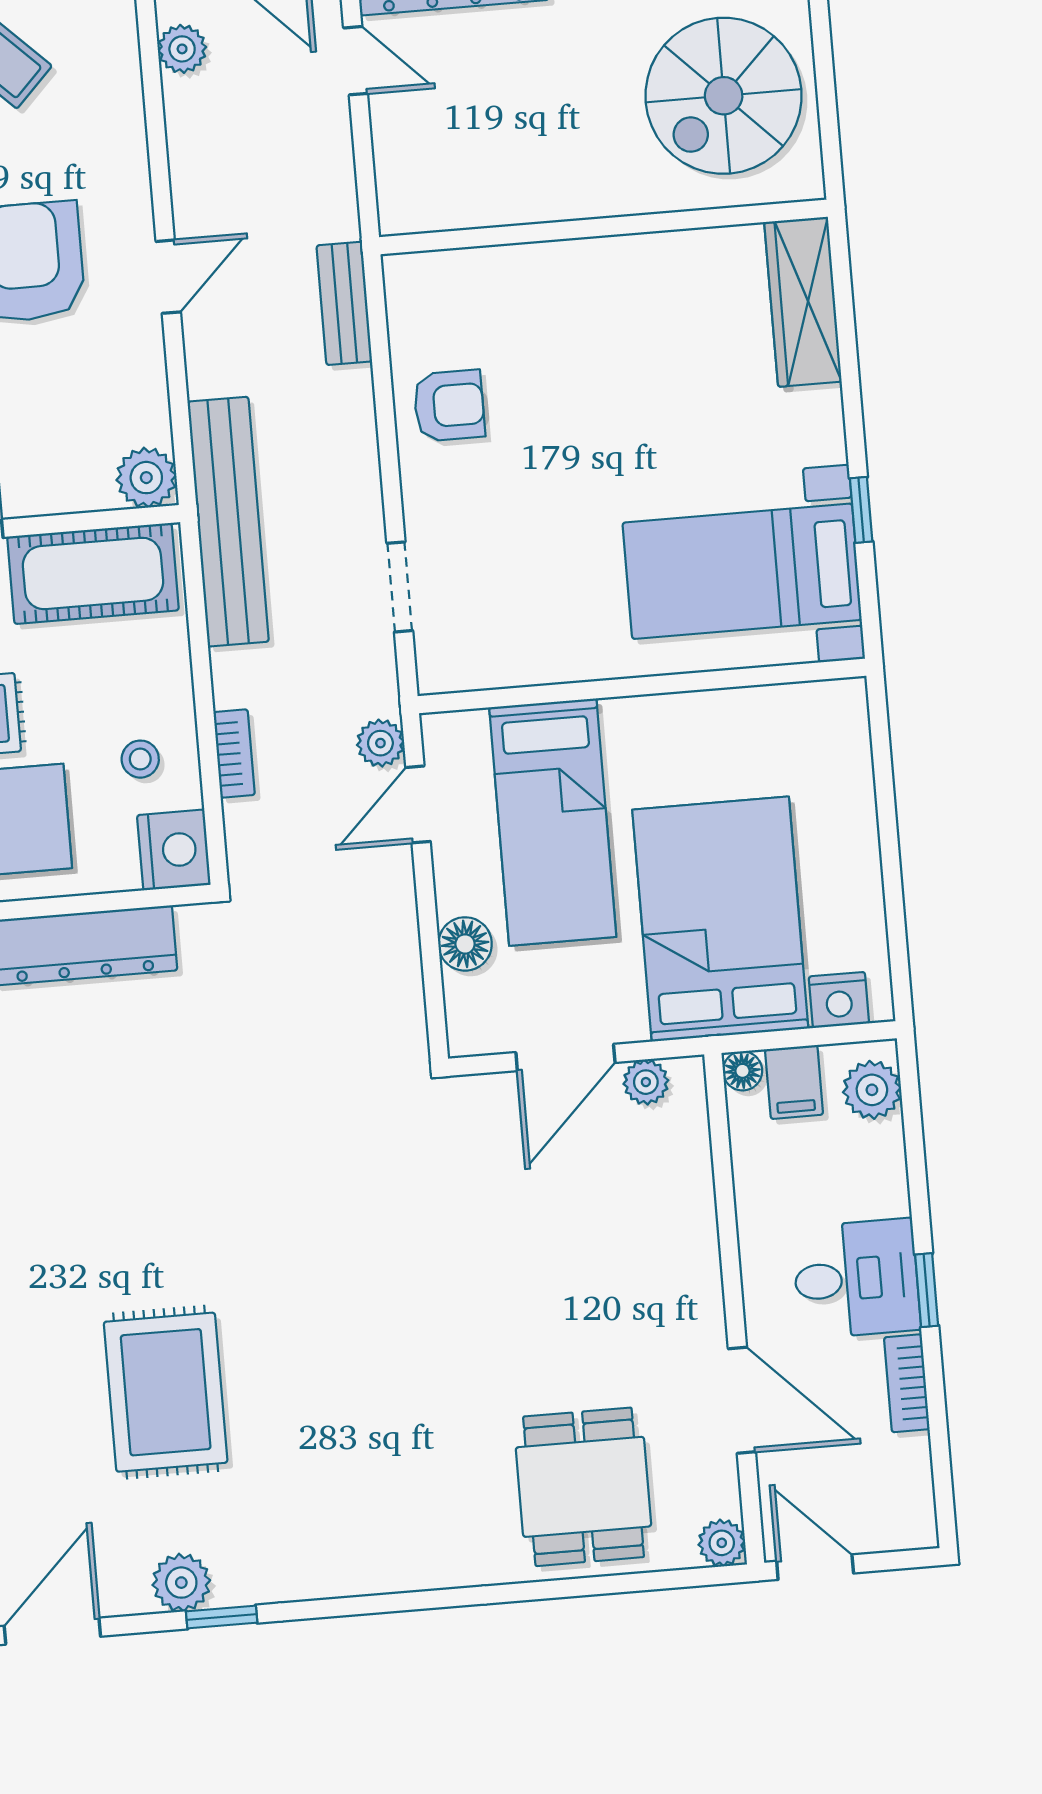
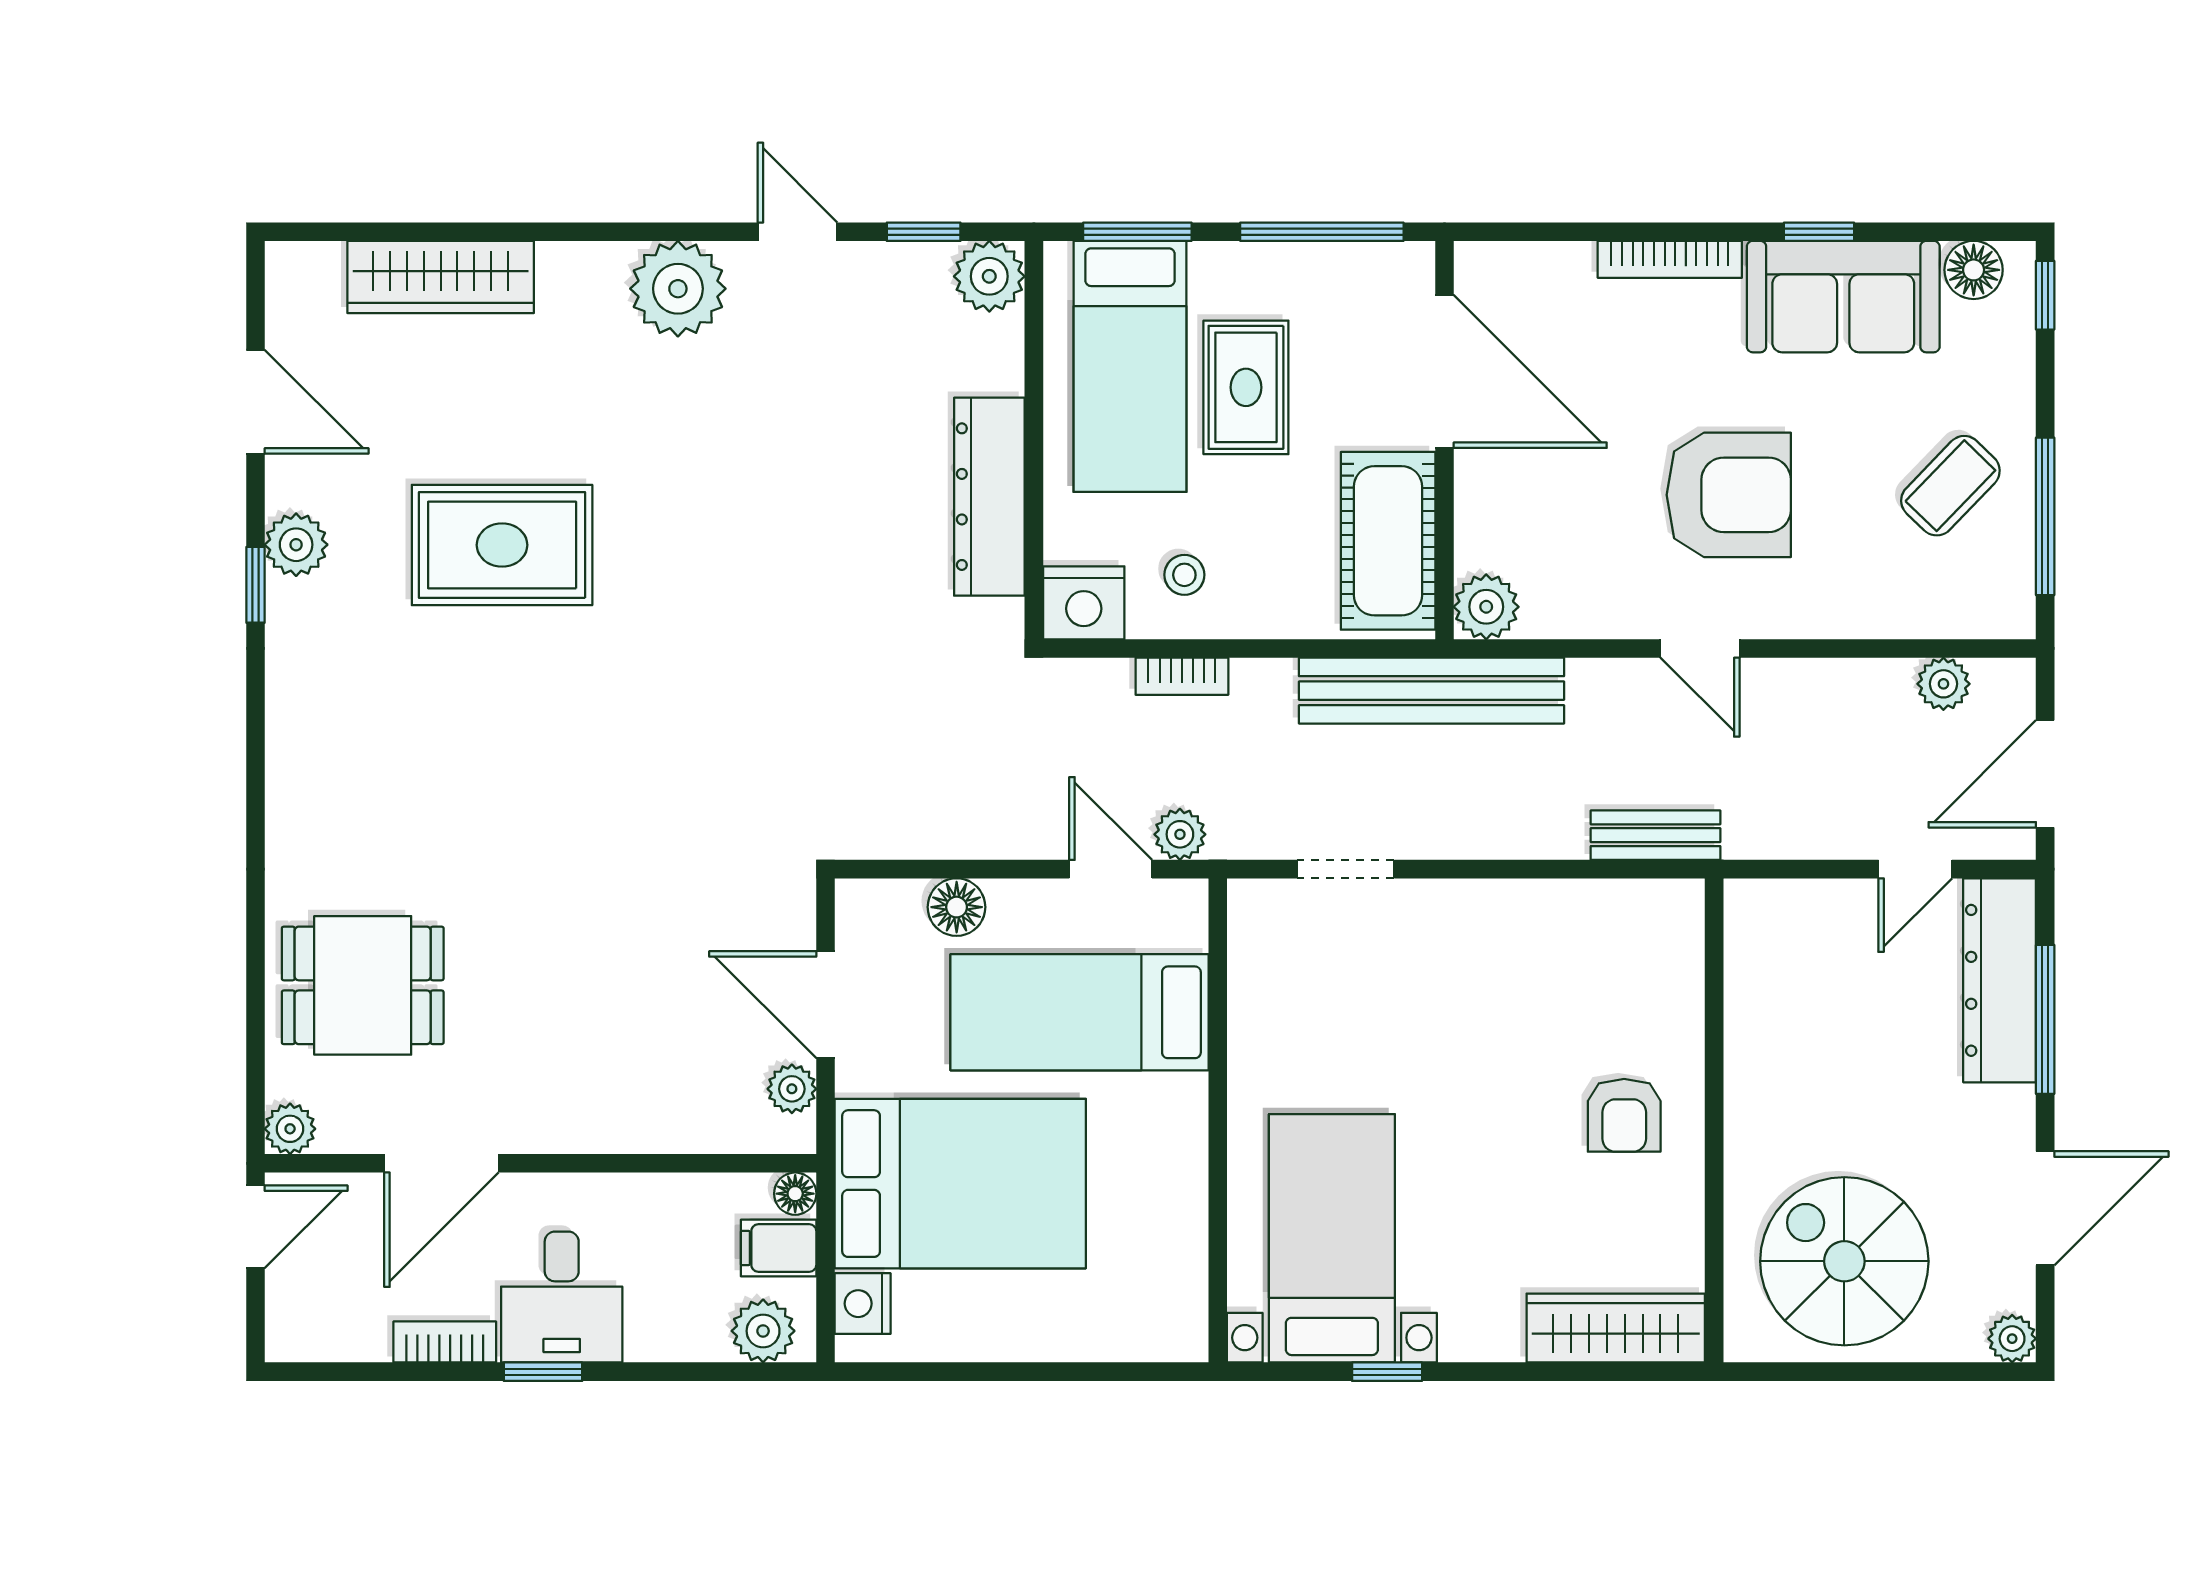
armchair: (449, 406) -> (1624, 1115), moved

